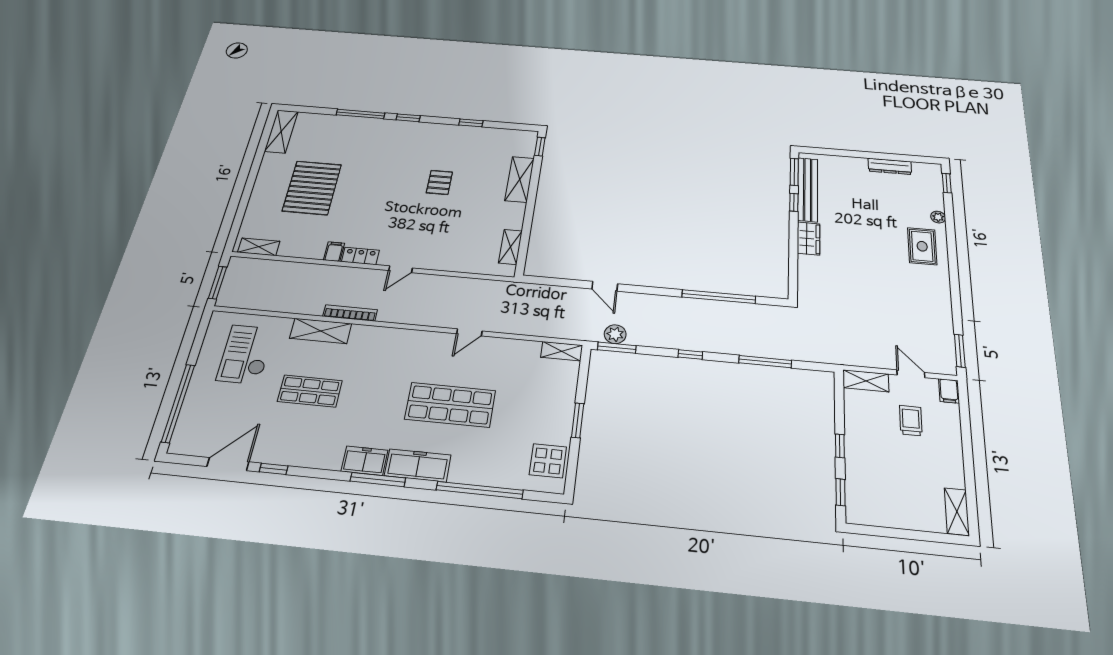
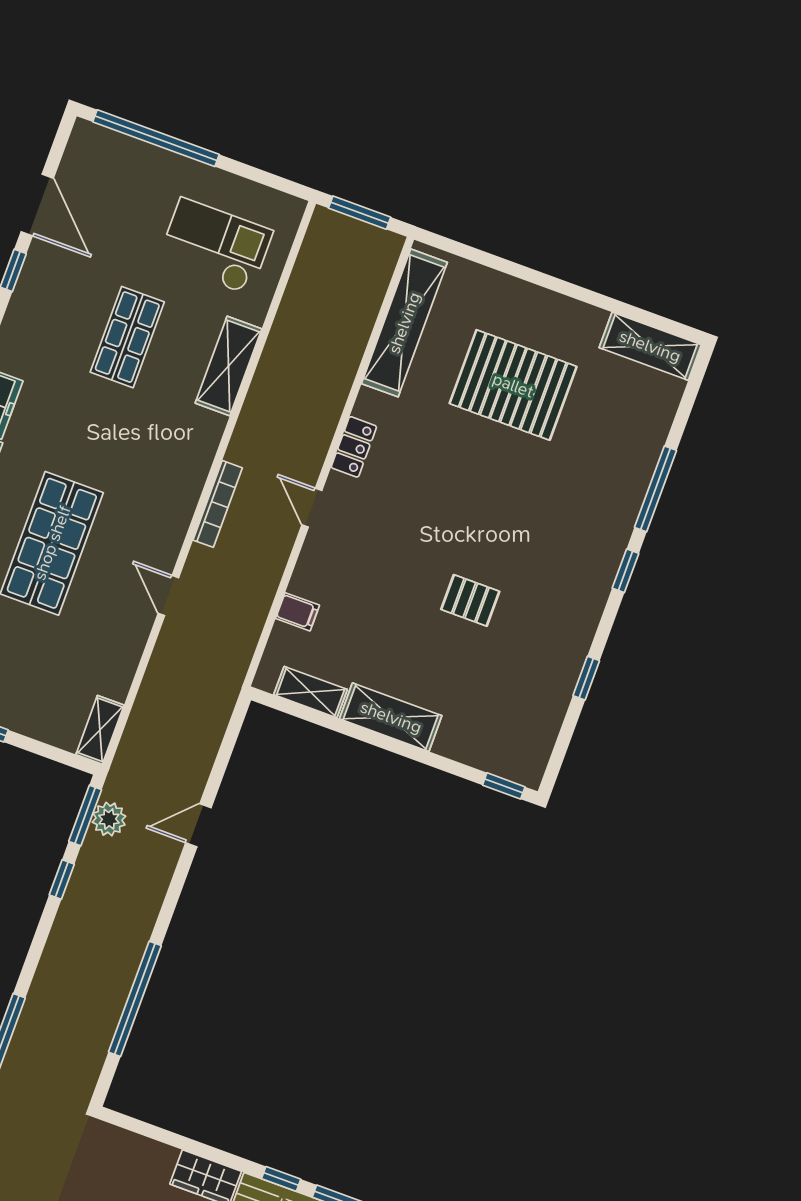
shelving: (520, 179) -> (391, 717), moved
shelving: (259, 247) -> (404, 323), width x2.20, depth x1.33
filing cabinet: (334, 252) -> (297, 612), moved
bookcase: (350, 313) -> (218, 504), moved
window: (690, 355) -> (62, 879), moved

